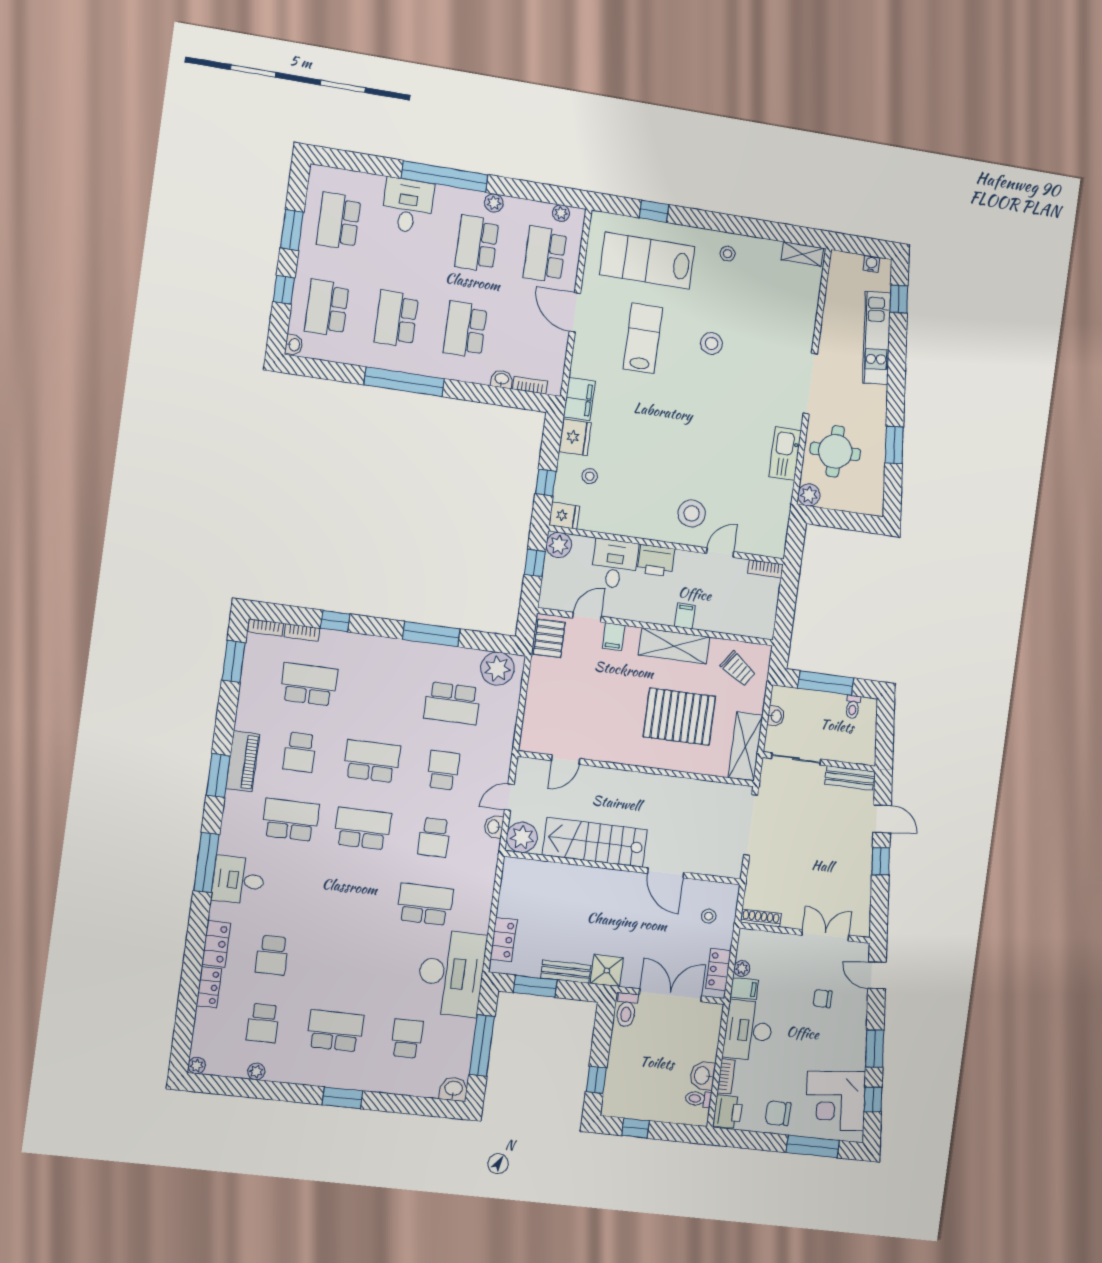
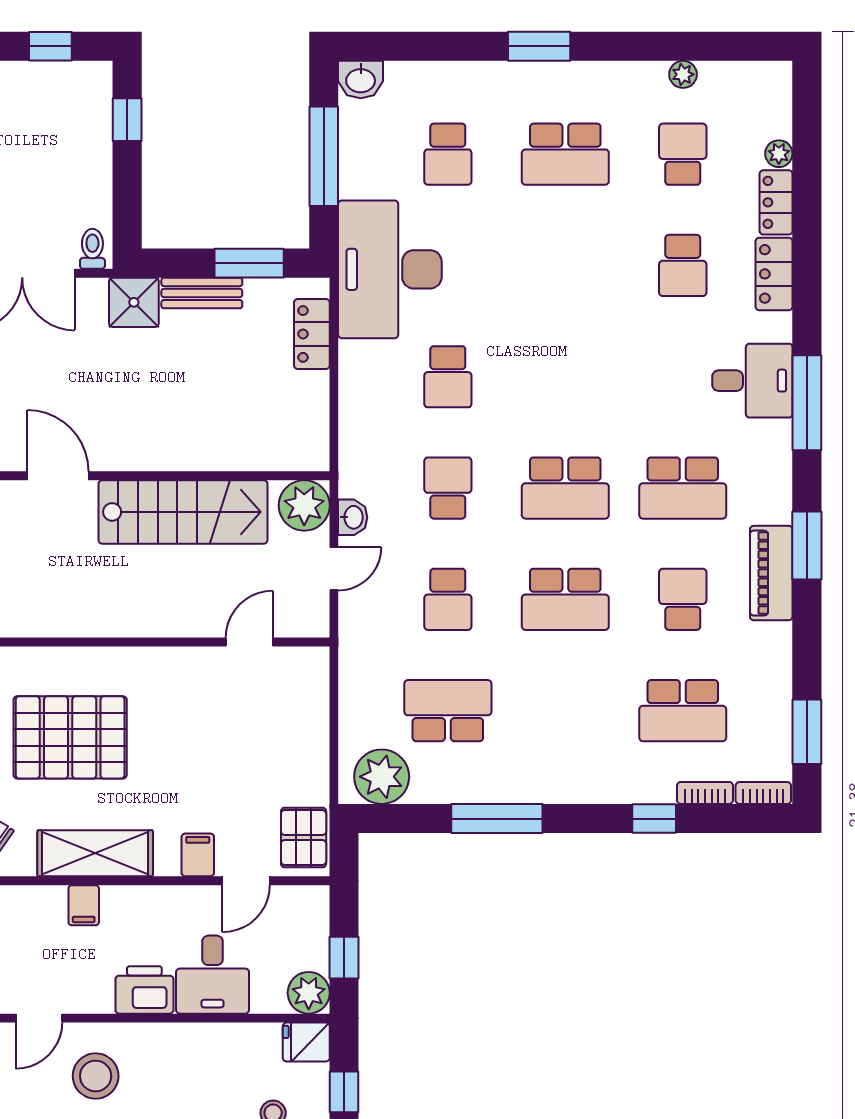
school desk: (425, 904) -> (448, 377), width x0.54
school desk: (272, 955) -> (683, 265), turned 180
toilet: (626, 1010) -> (92, 249), width x0.73, depth x0.72
plant: (197, 1065) -> (779, 154), moved

